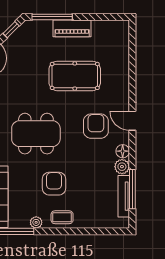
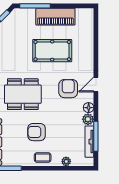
piano: (72, 28) -> (55, 17), width x1.37, depth x1.33
door: (132, 121) -> (96, 84), hinge flipped
armchair: (54, 184) -> (37, 132), turned -90
plant: (36, 222) -> (66, 161), moved

